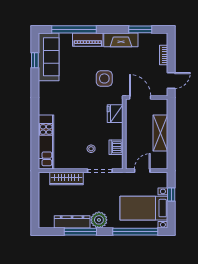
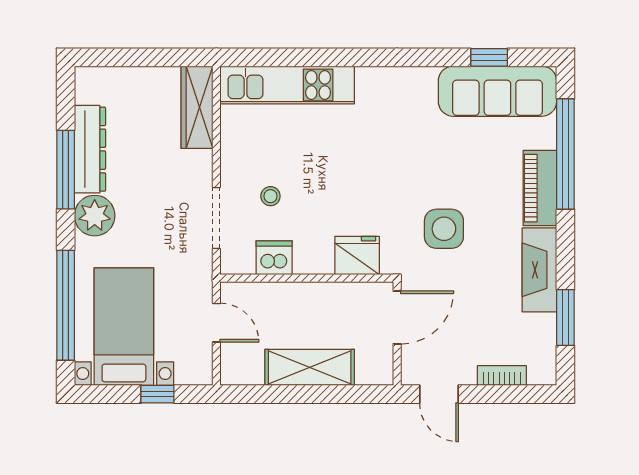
wardrobe: (67, 178) -> (197, 107), moved

